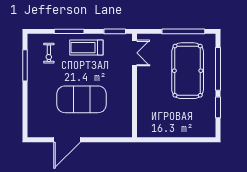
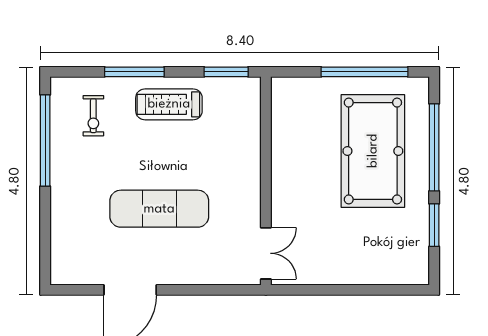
double door: (134, 53) -> (266, 253), moved
window: (25, 65) -> (45, 140), width x1.46
exercise mat: (82, 99) -> (159, 209), width x0.68

